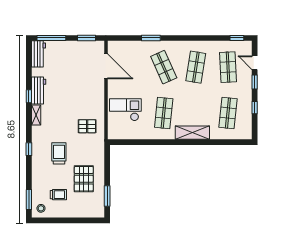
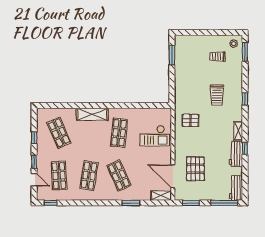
shelving: (119, 46) -> (161, 196), added
shop shelf: (228, 113) -> (59, 133), turned -30
pallet: (84, 179) -> (195, 169), moved

